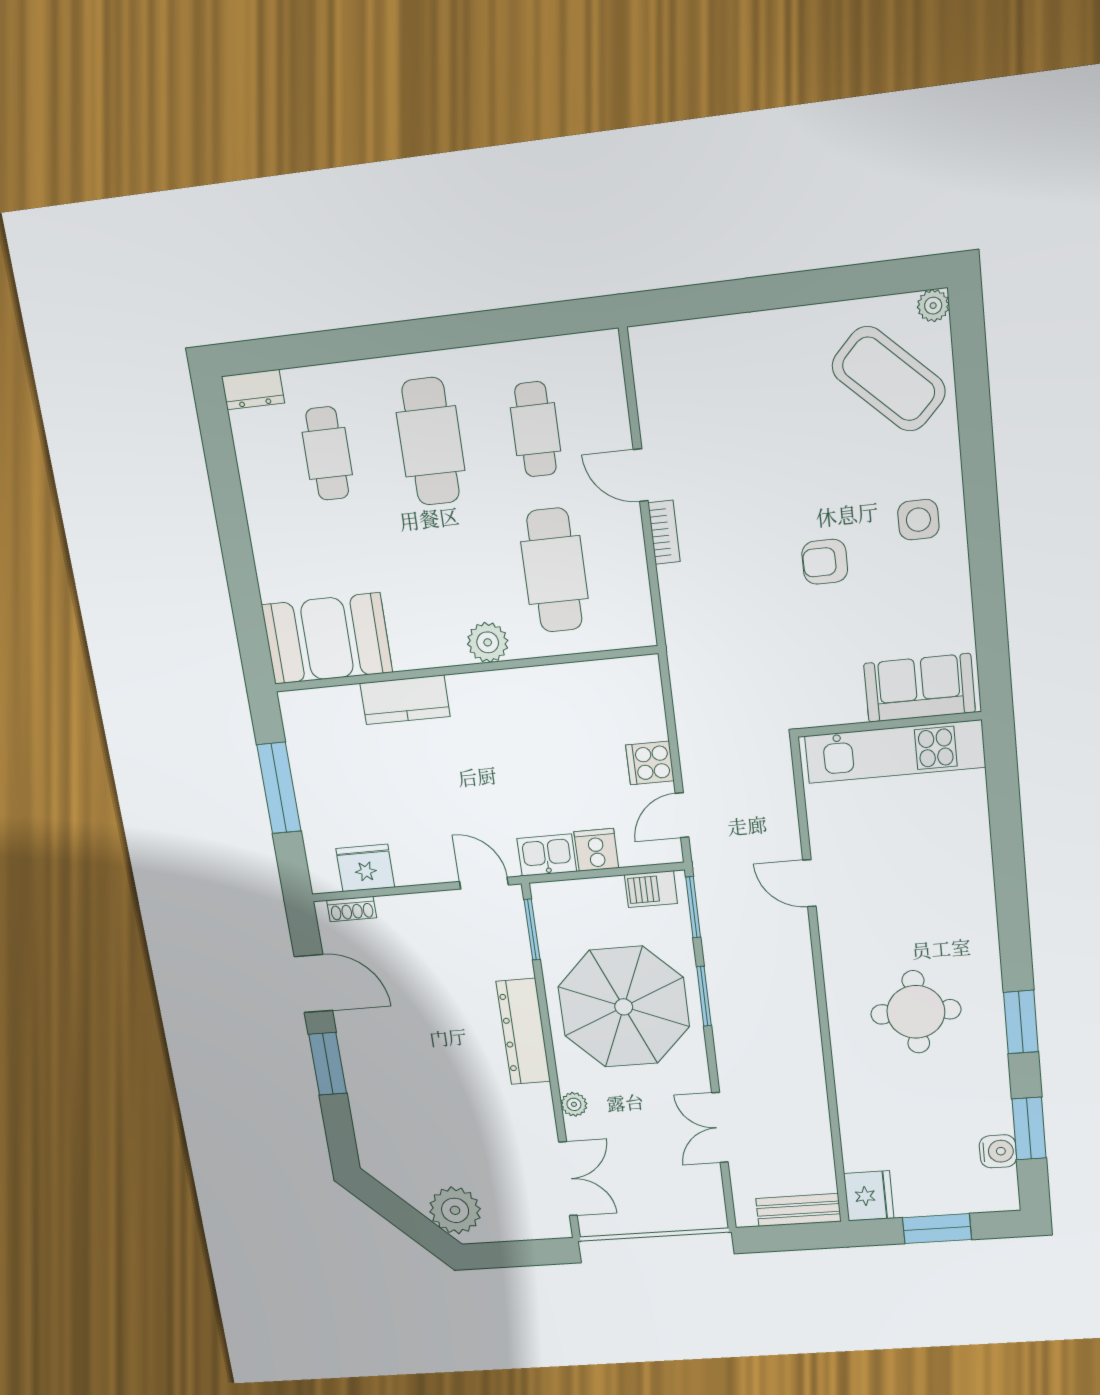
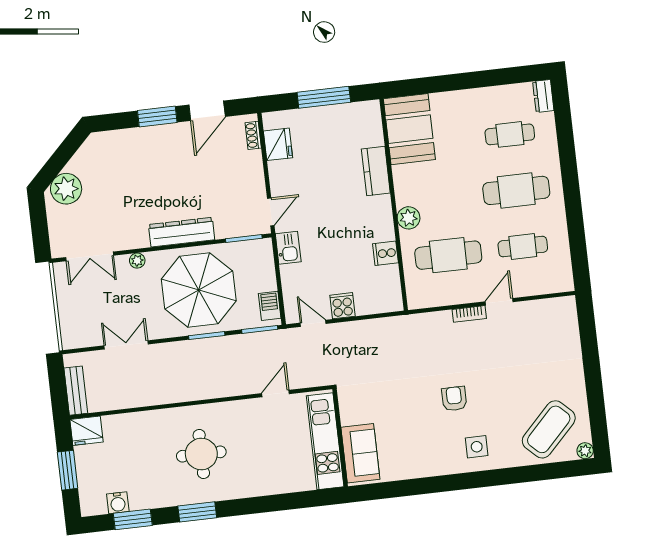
sofa: (919, 688) -> (360, 453), moved
wall: (889, 724) -> (340, 438), moved
kitchen unit: (895, 752) -> (325, 441), moved
cooker: (596, 850) -> (385, 253), moved, turned 180

